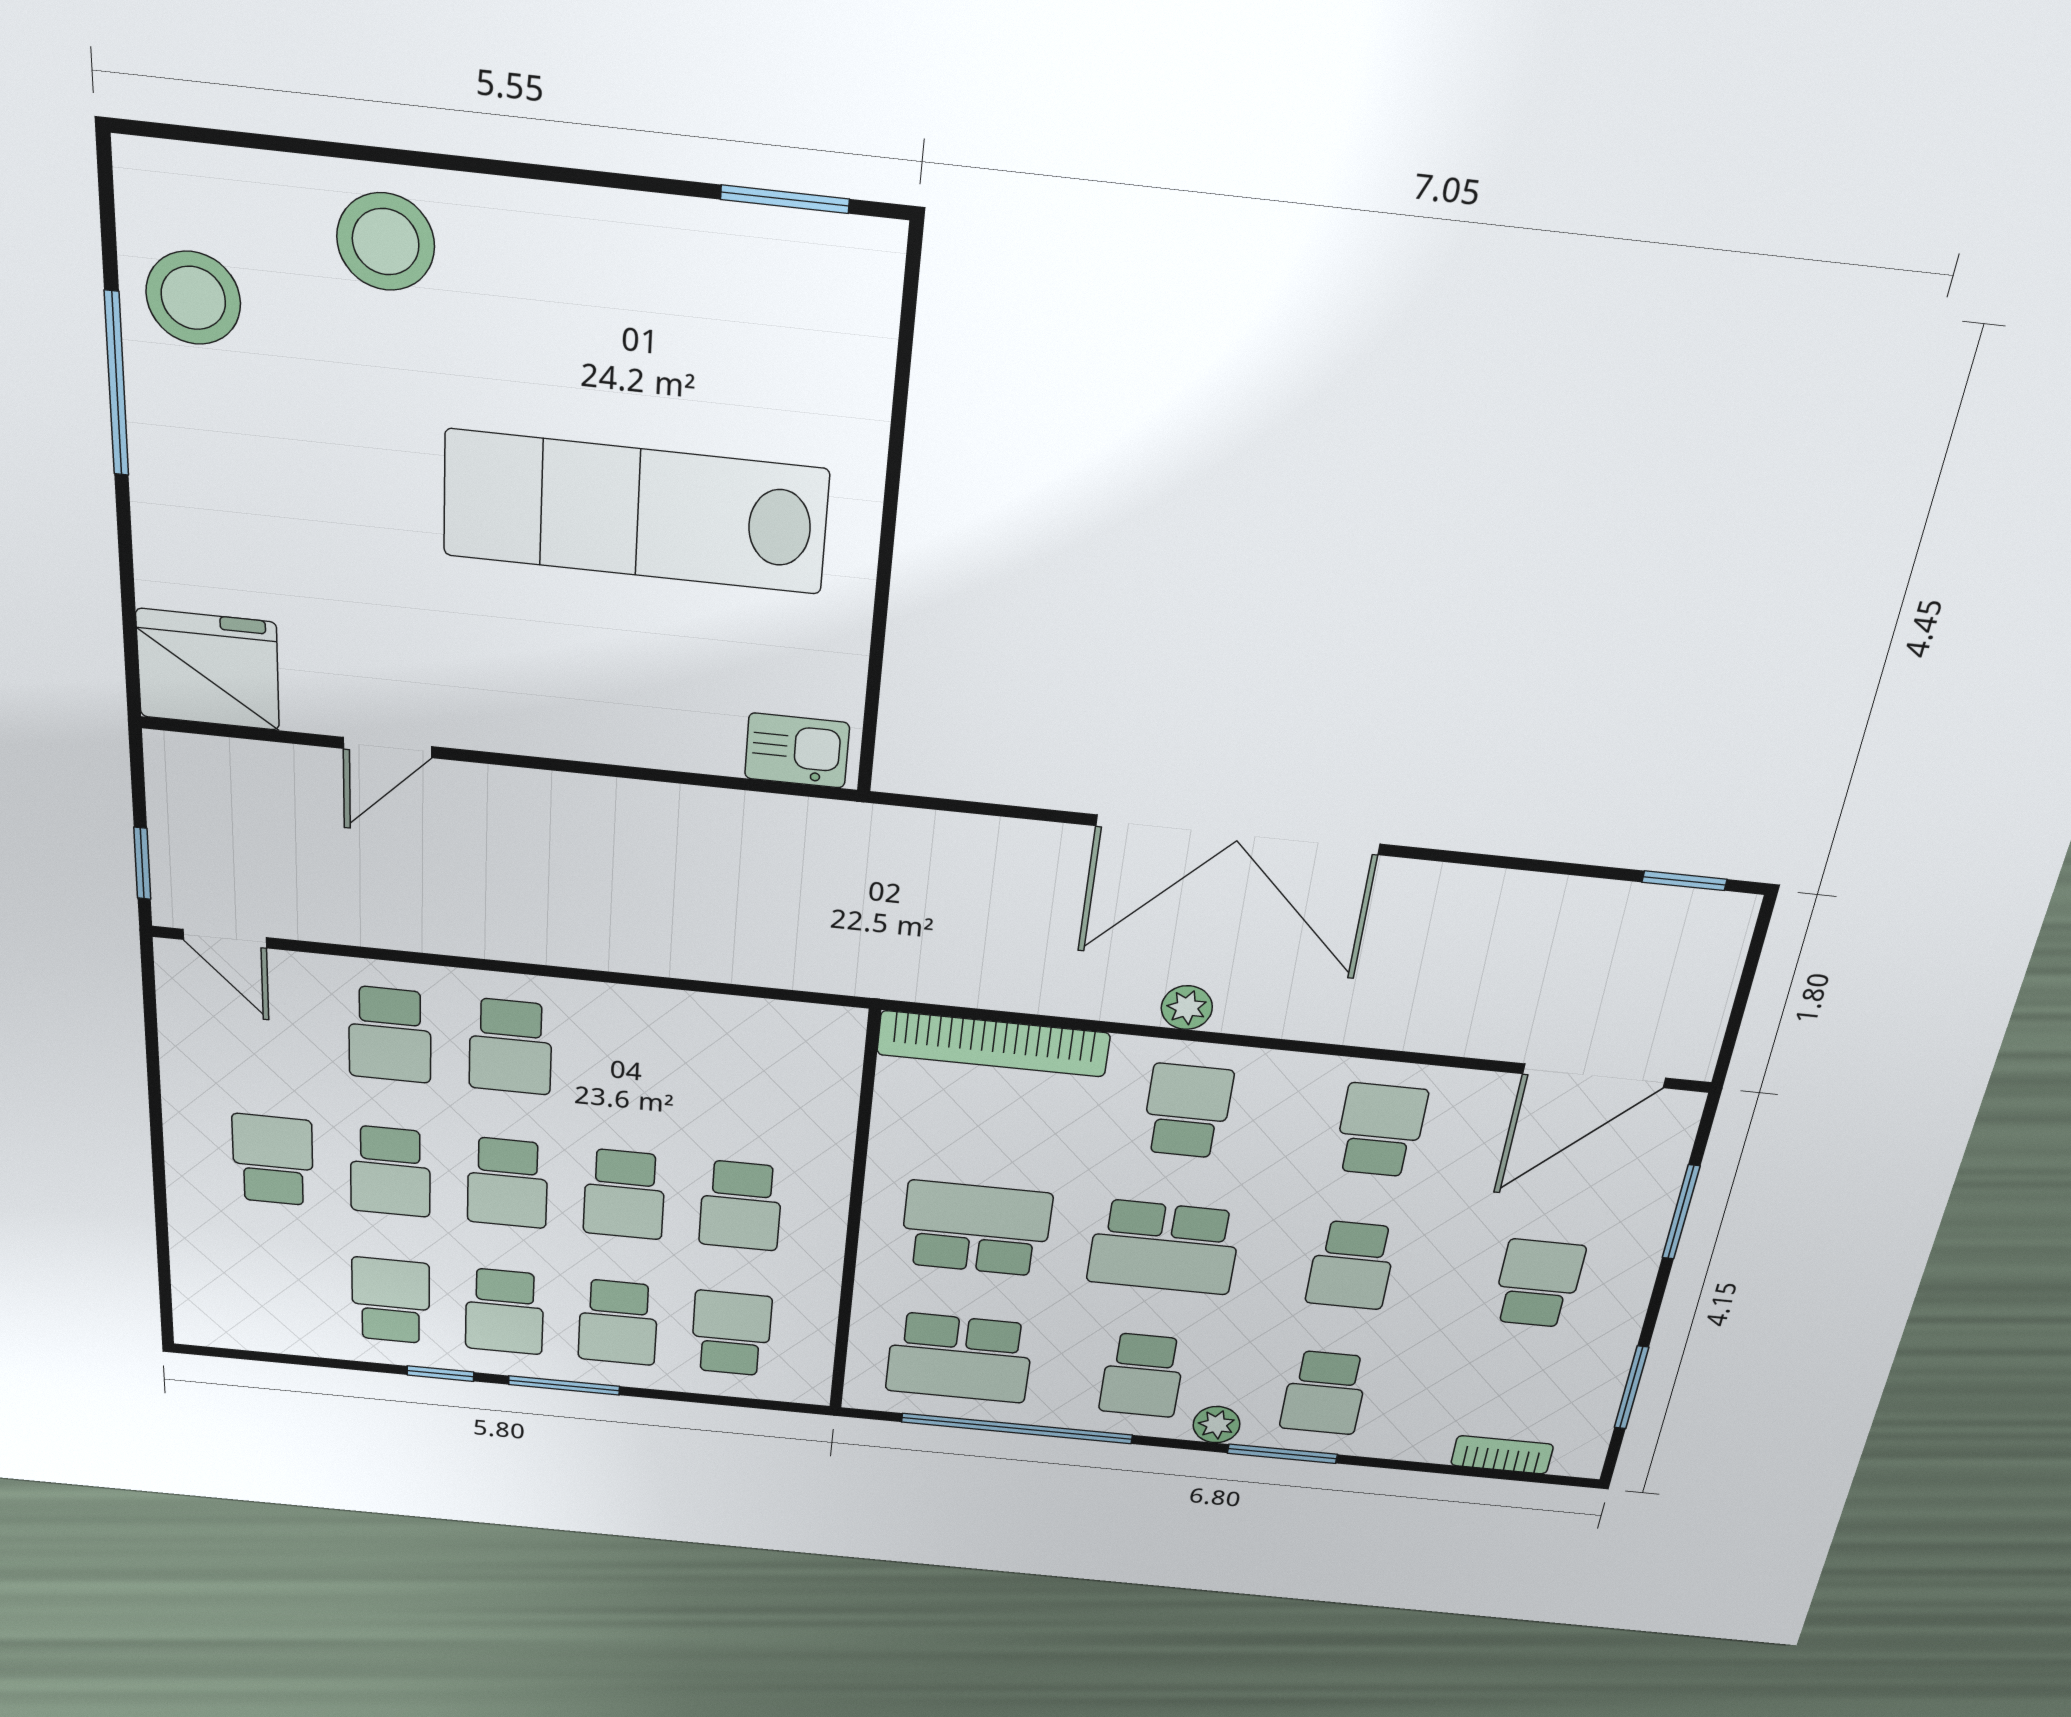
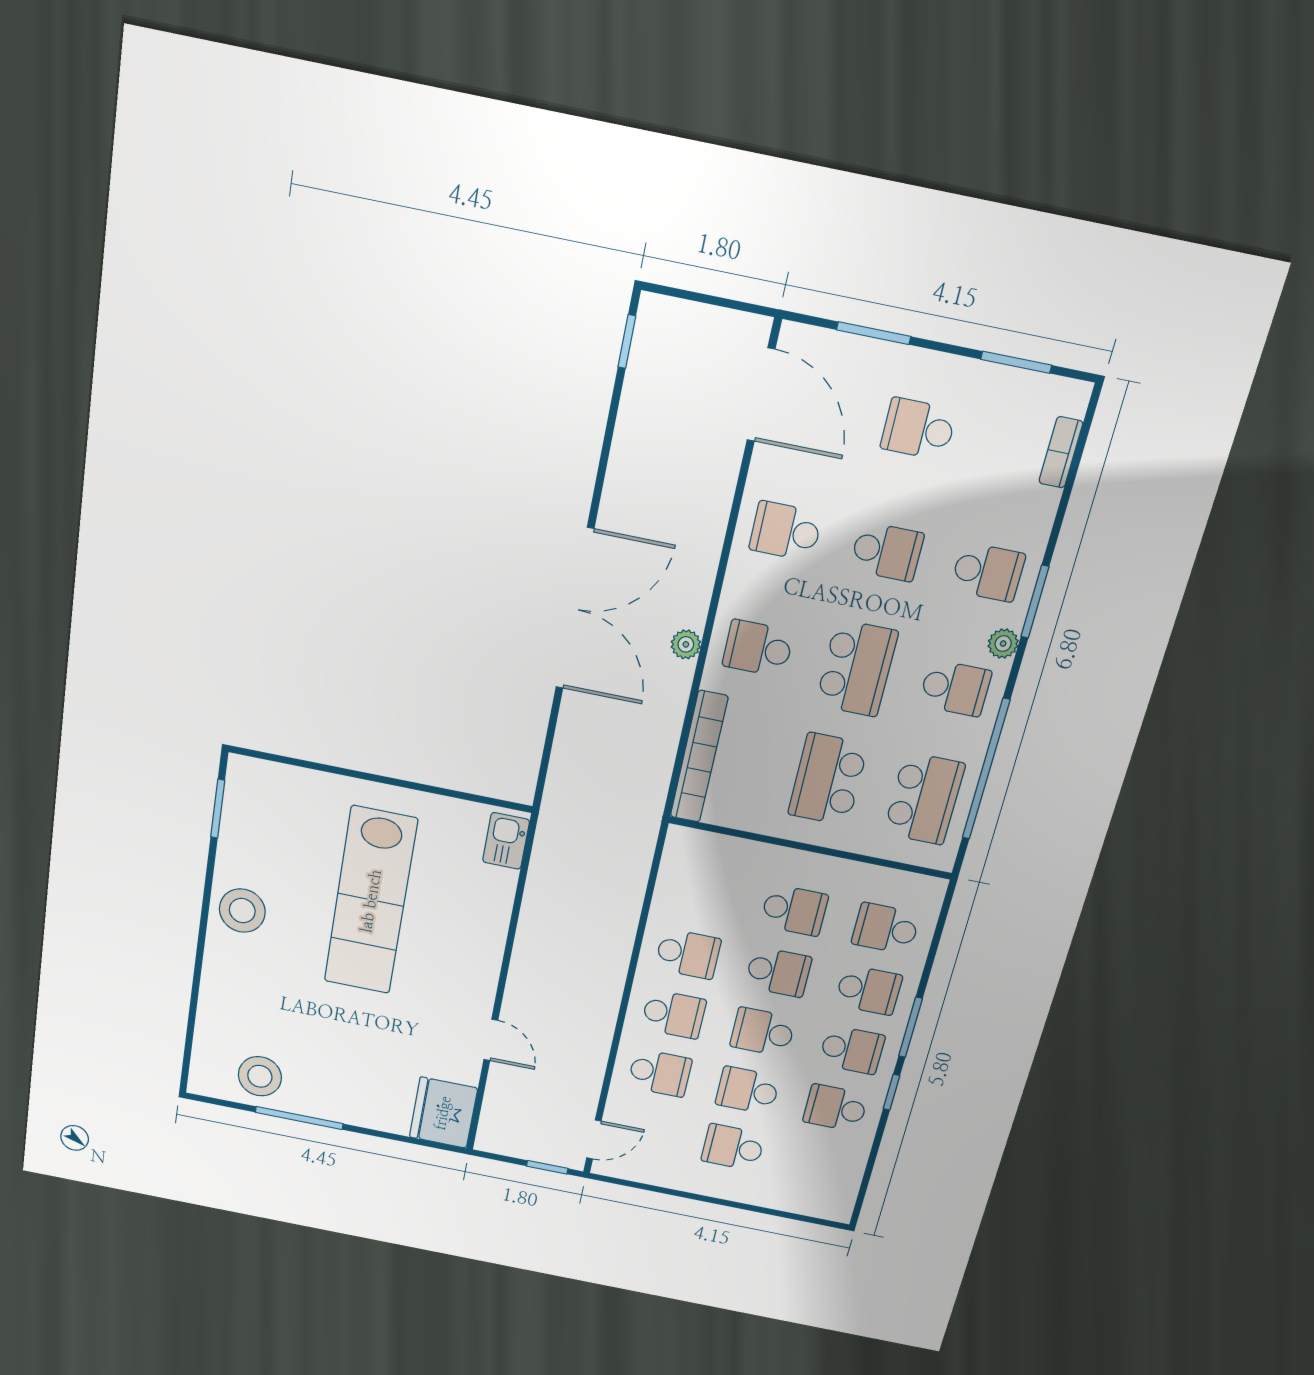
stool: (386, 242) -> (242, 911), moved
school desk: (631, 1058) -> (688, 954), added
school desk: (390, 1171) -> (748, 1090), turned 180
school desk: (507, 1183) -> (763, 1032), turned 180

